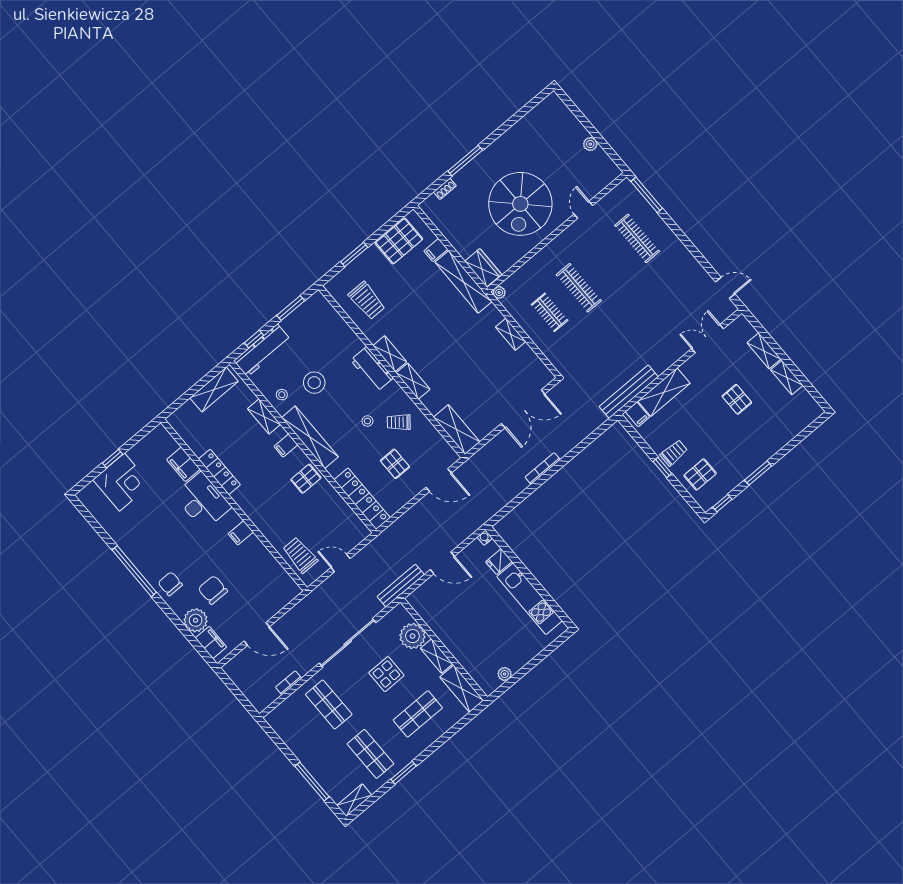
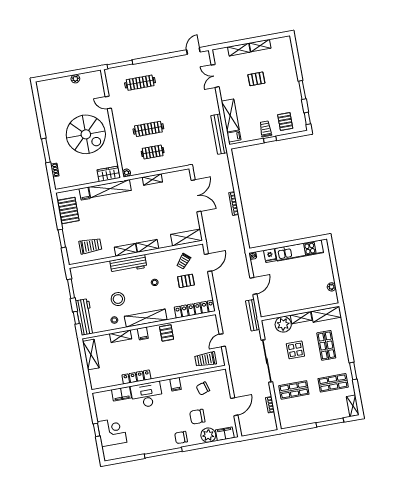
workbench: (372, 369) -> (128, 264), width x1.38
trolley: (399, 422) -> (184, 261), moved
chair: (257, 575) -> (203, 388), added

